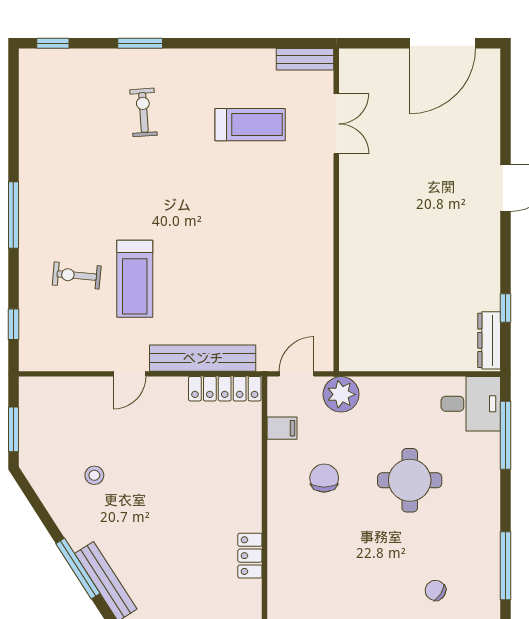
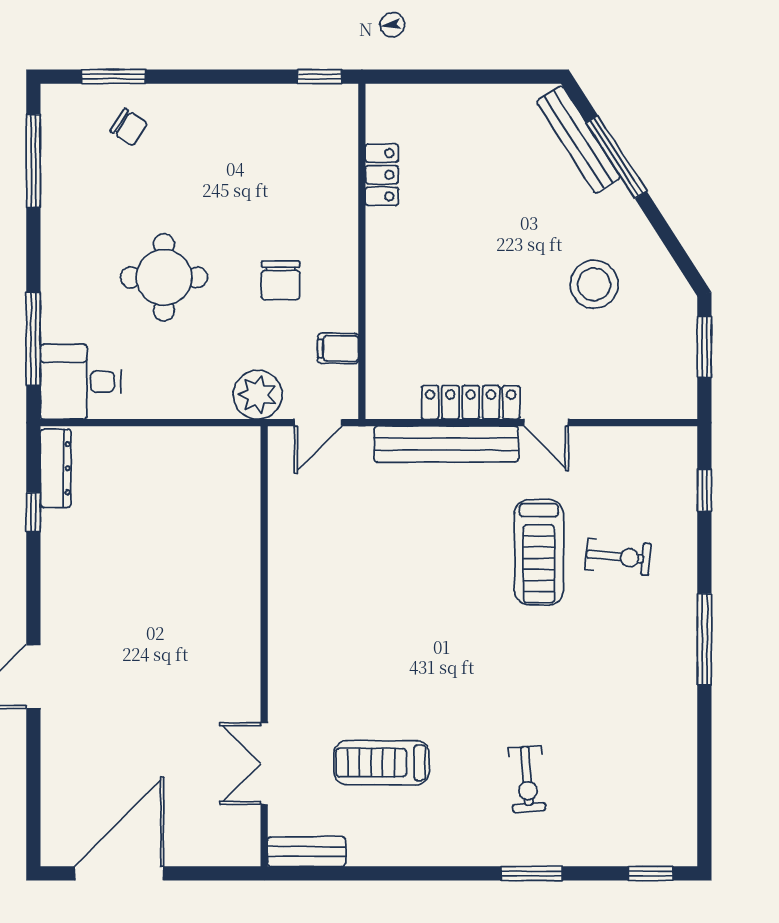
treadmill: (135, 279) -> (539, 552), turned 180
door: (129, 374) -> (546, 423), swing flipped
locker: (225, 389) -> (471, 402), moved
stool: (94, 475) -> (594, 284), width x1.89, depth x1.89

